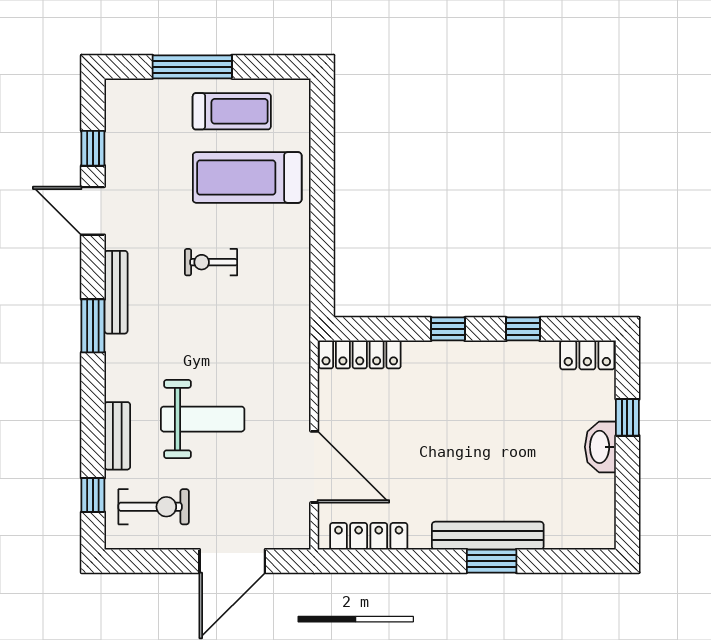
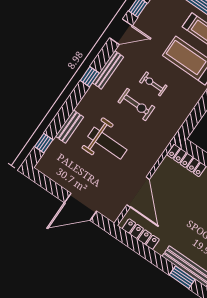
door: (93, 211) -> (121, 32), swing flipped
window: (93, 326) -> (90, 77), width x0.67
exercise bike: (154, 507) -> (136, 104), moved

